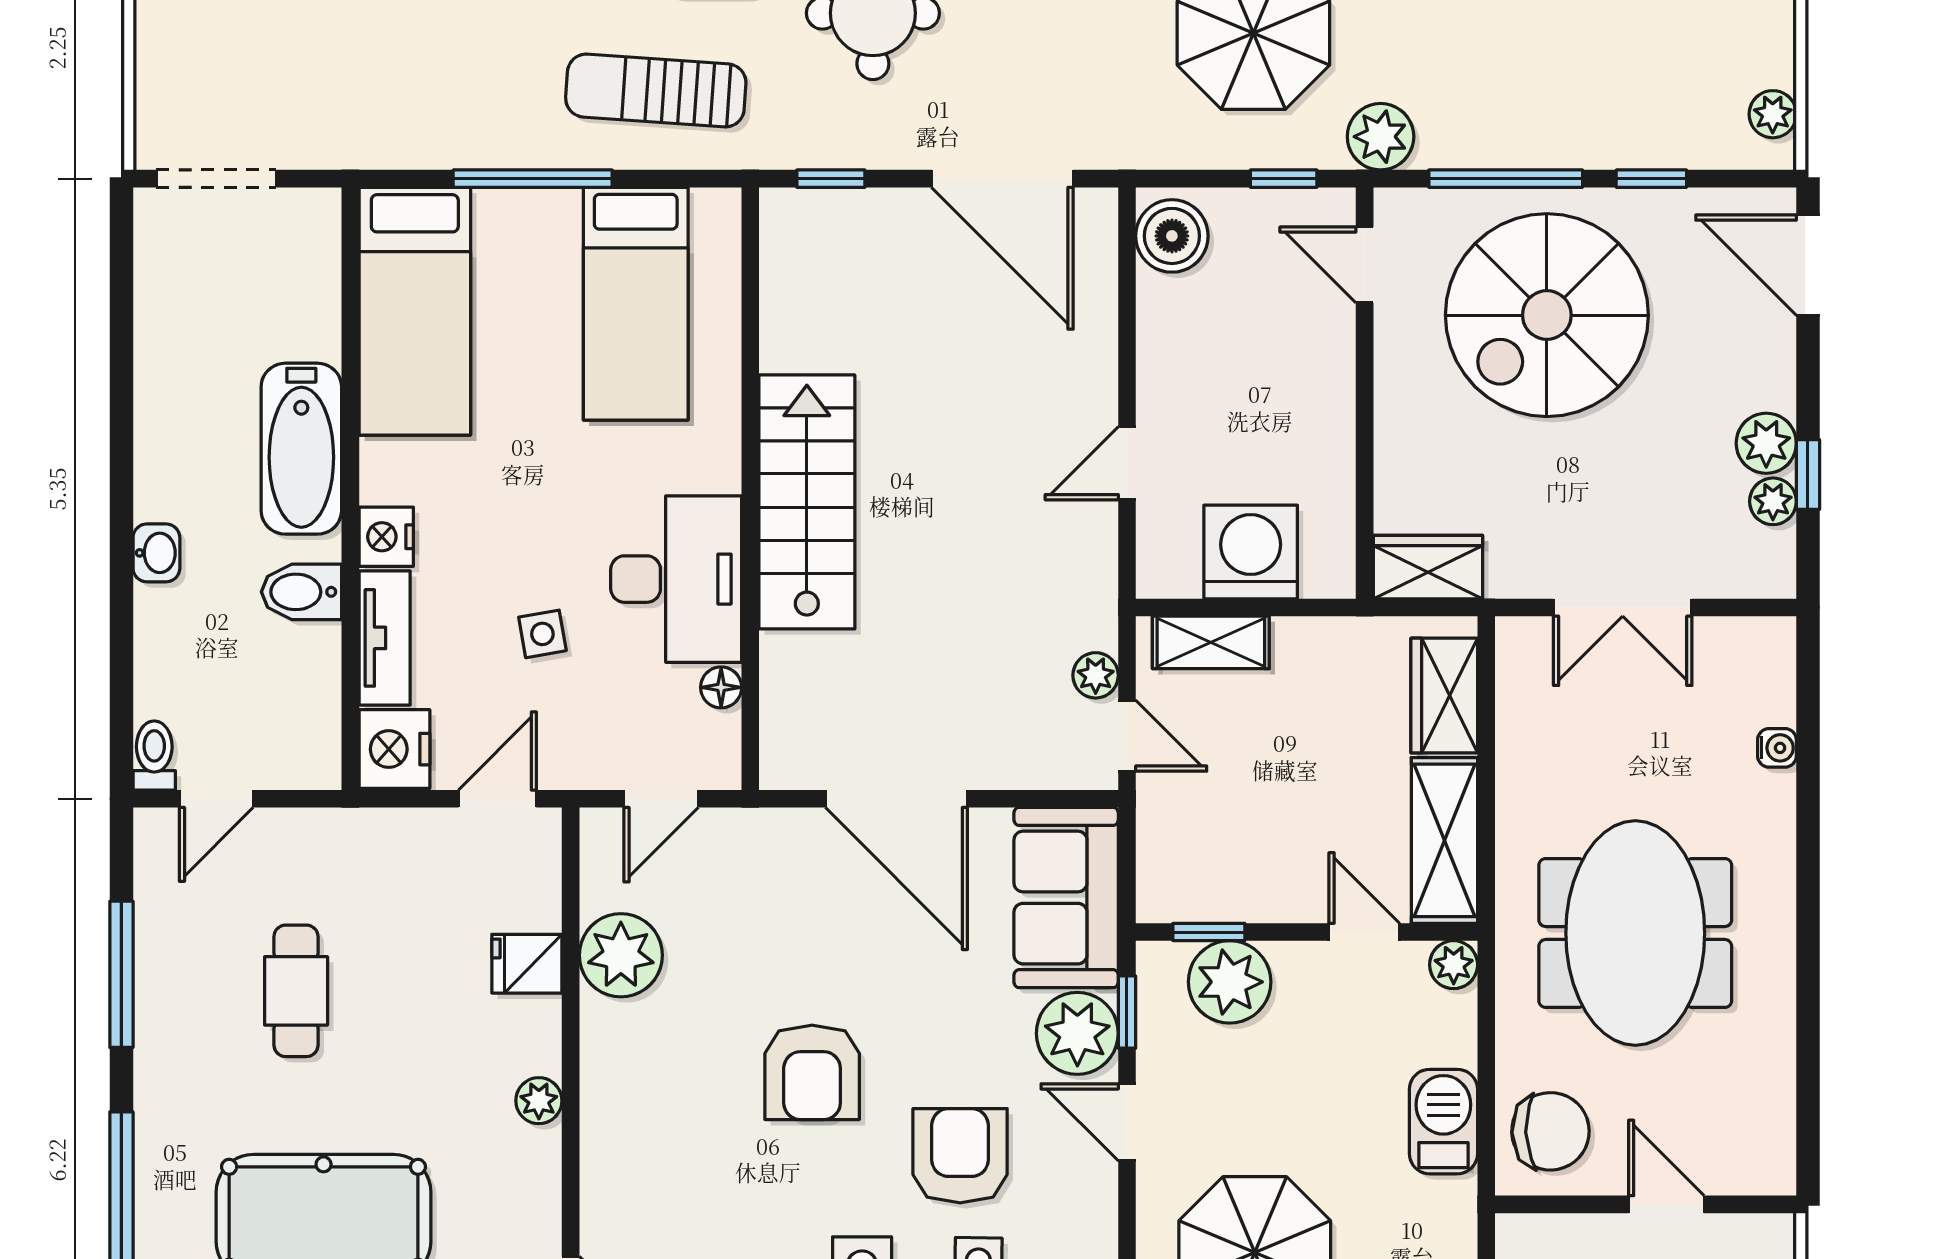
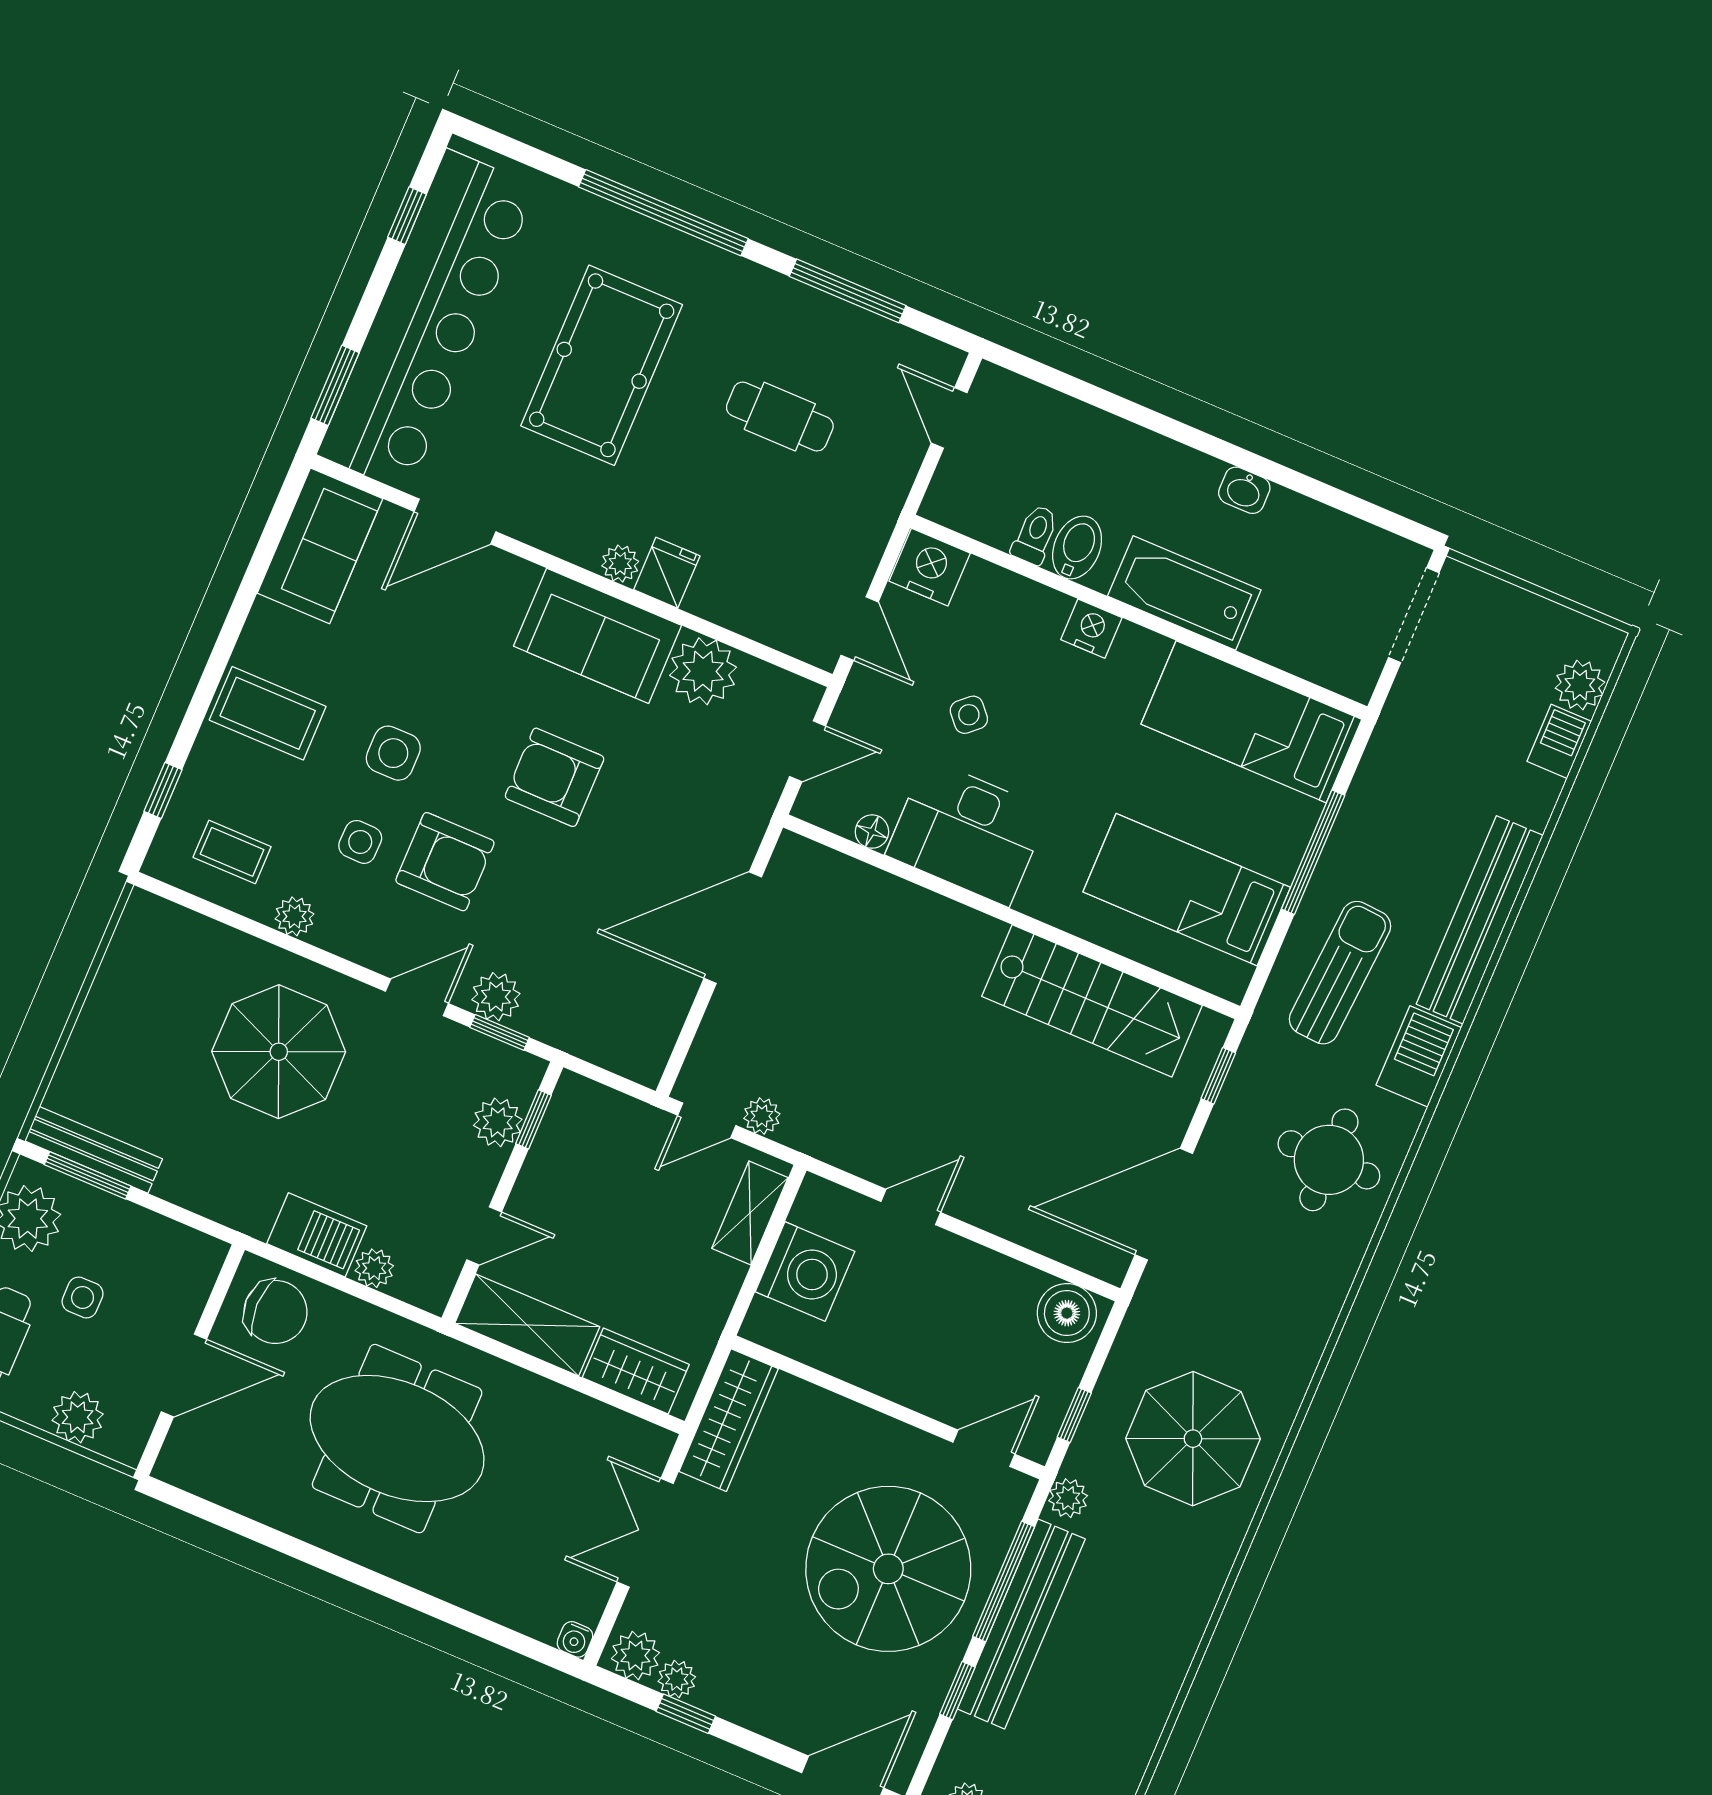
plant: (1381, 137) -> (1068, 1498), width x0.73, depth x0.73
bench: (1545, 138) -> (1021, 1624), added
spiral stairs: (1547, 315) -> (888, 1569), turned -90
plant: (1766, 443) -> (635, 1656), moved
door: (1127, 463) -> (911, 1207), hinge flipped
stairs: (807, 502) -> (1092, 1001), moved
washbasin: (156, 553) -> (1244, 490), moved
wardrobe: (1428, 567) -> (729, 1420), width x1.50
side table: (542, 634) -> (969, 715), turned -32
tv unit: (385, 638) -> (1016, 595), removed
water cooler: (1777, 748) -> (575, 1639), moved
toilet: (154, 755) -> (1035, 535), moved, turned -90
door: (661, 799) -> (808, 751), swing flipped
sofa: (1066, 898) -> (598, 636), moved, turned 180
fridge: (527, 964) -> (667, 573), moved
plant: (1454, 965) -> (374, 1268), moved
plant: (1230, 982) -> (498, 1122), width x0.73, depth x0.73
plant: (1077, 1033) -> (496, 997), width x0.73, depth x0.73
chair: (1550, 1131) -> (275, 1312), turned -88
door: (1666, 1204) -> (184, 1375), width x1.38

